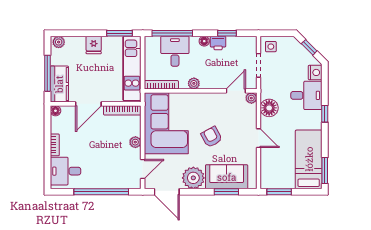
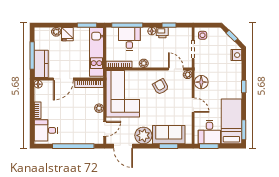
plant: (59, 42) -> (56, 32), moved
door: (236, 91) -> (176, 69), hinge flipped
desk: (306, 95) -> (209, 132), moved, turned 90
armchair: (212, 137) -> (161, 87), moved

